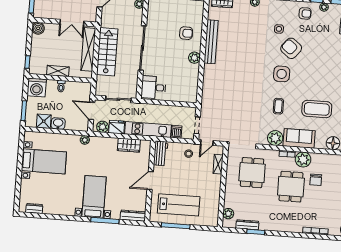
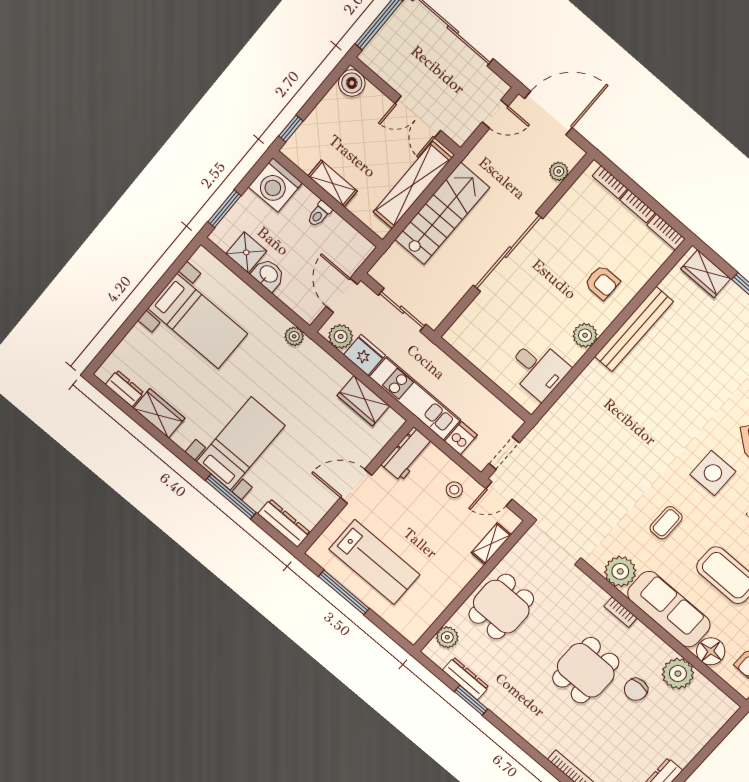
desk: (153, 87) -> (538, 369), moved, turned 180
sofa: (299, 138) -> (669, 609), width x1.36
plant: (303, 160) -> (678, 674), moved
dining table: (252, 173) -> (501, 607), moved
wardrobe: (54, 208) -> (159, 413), added

